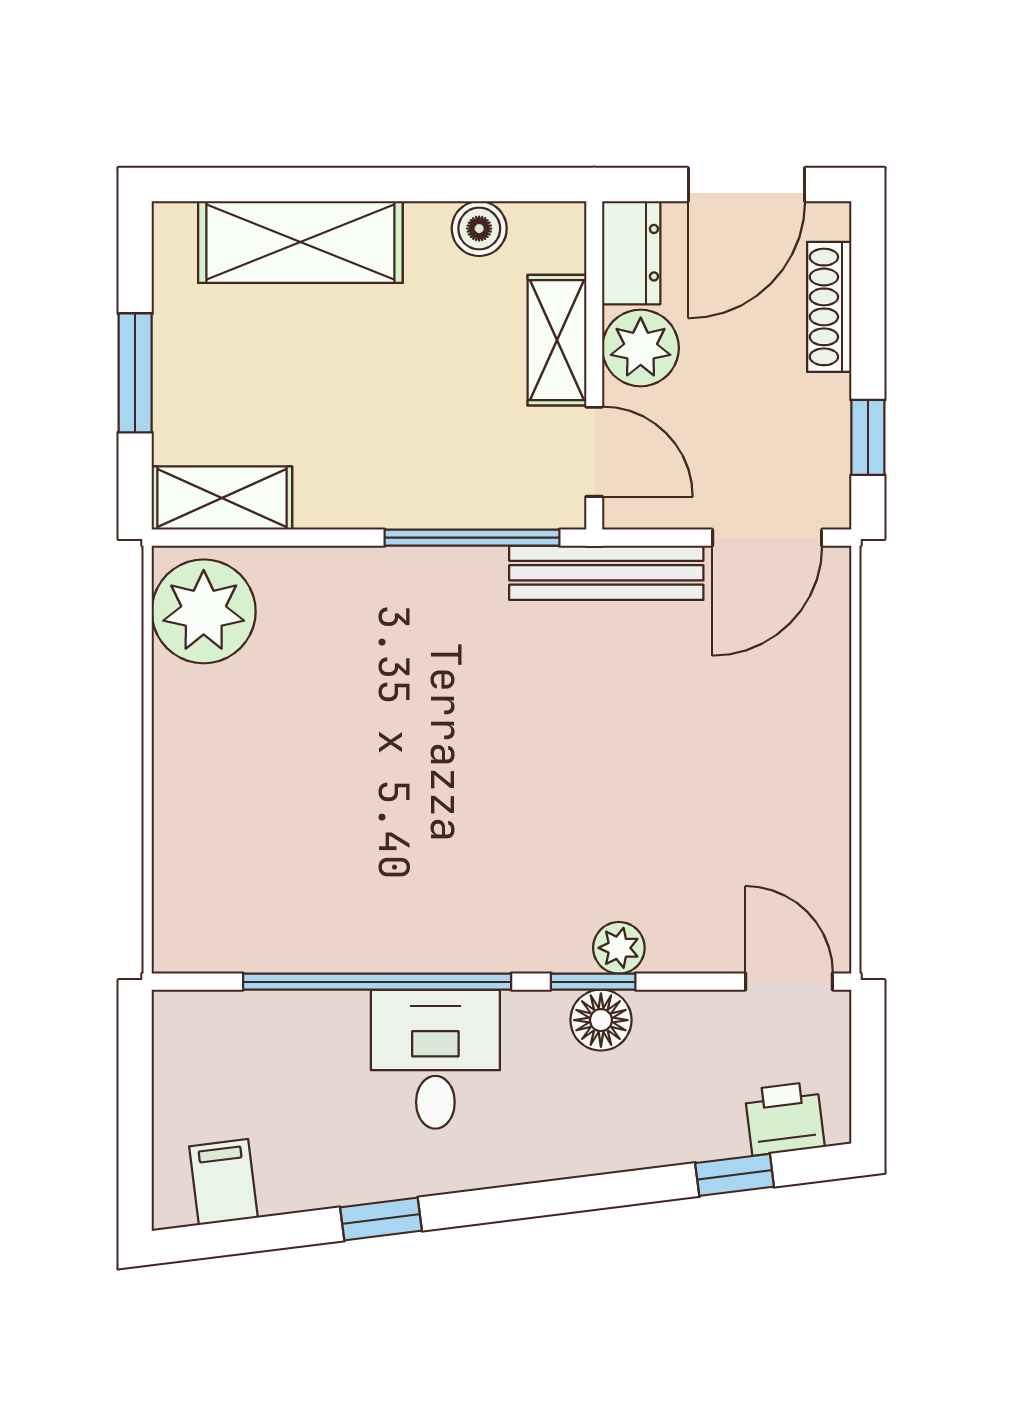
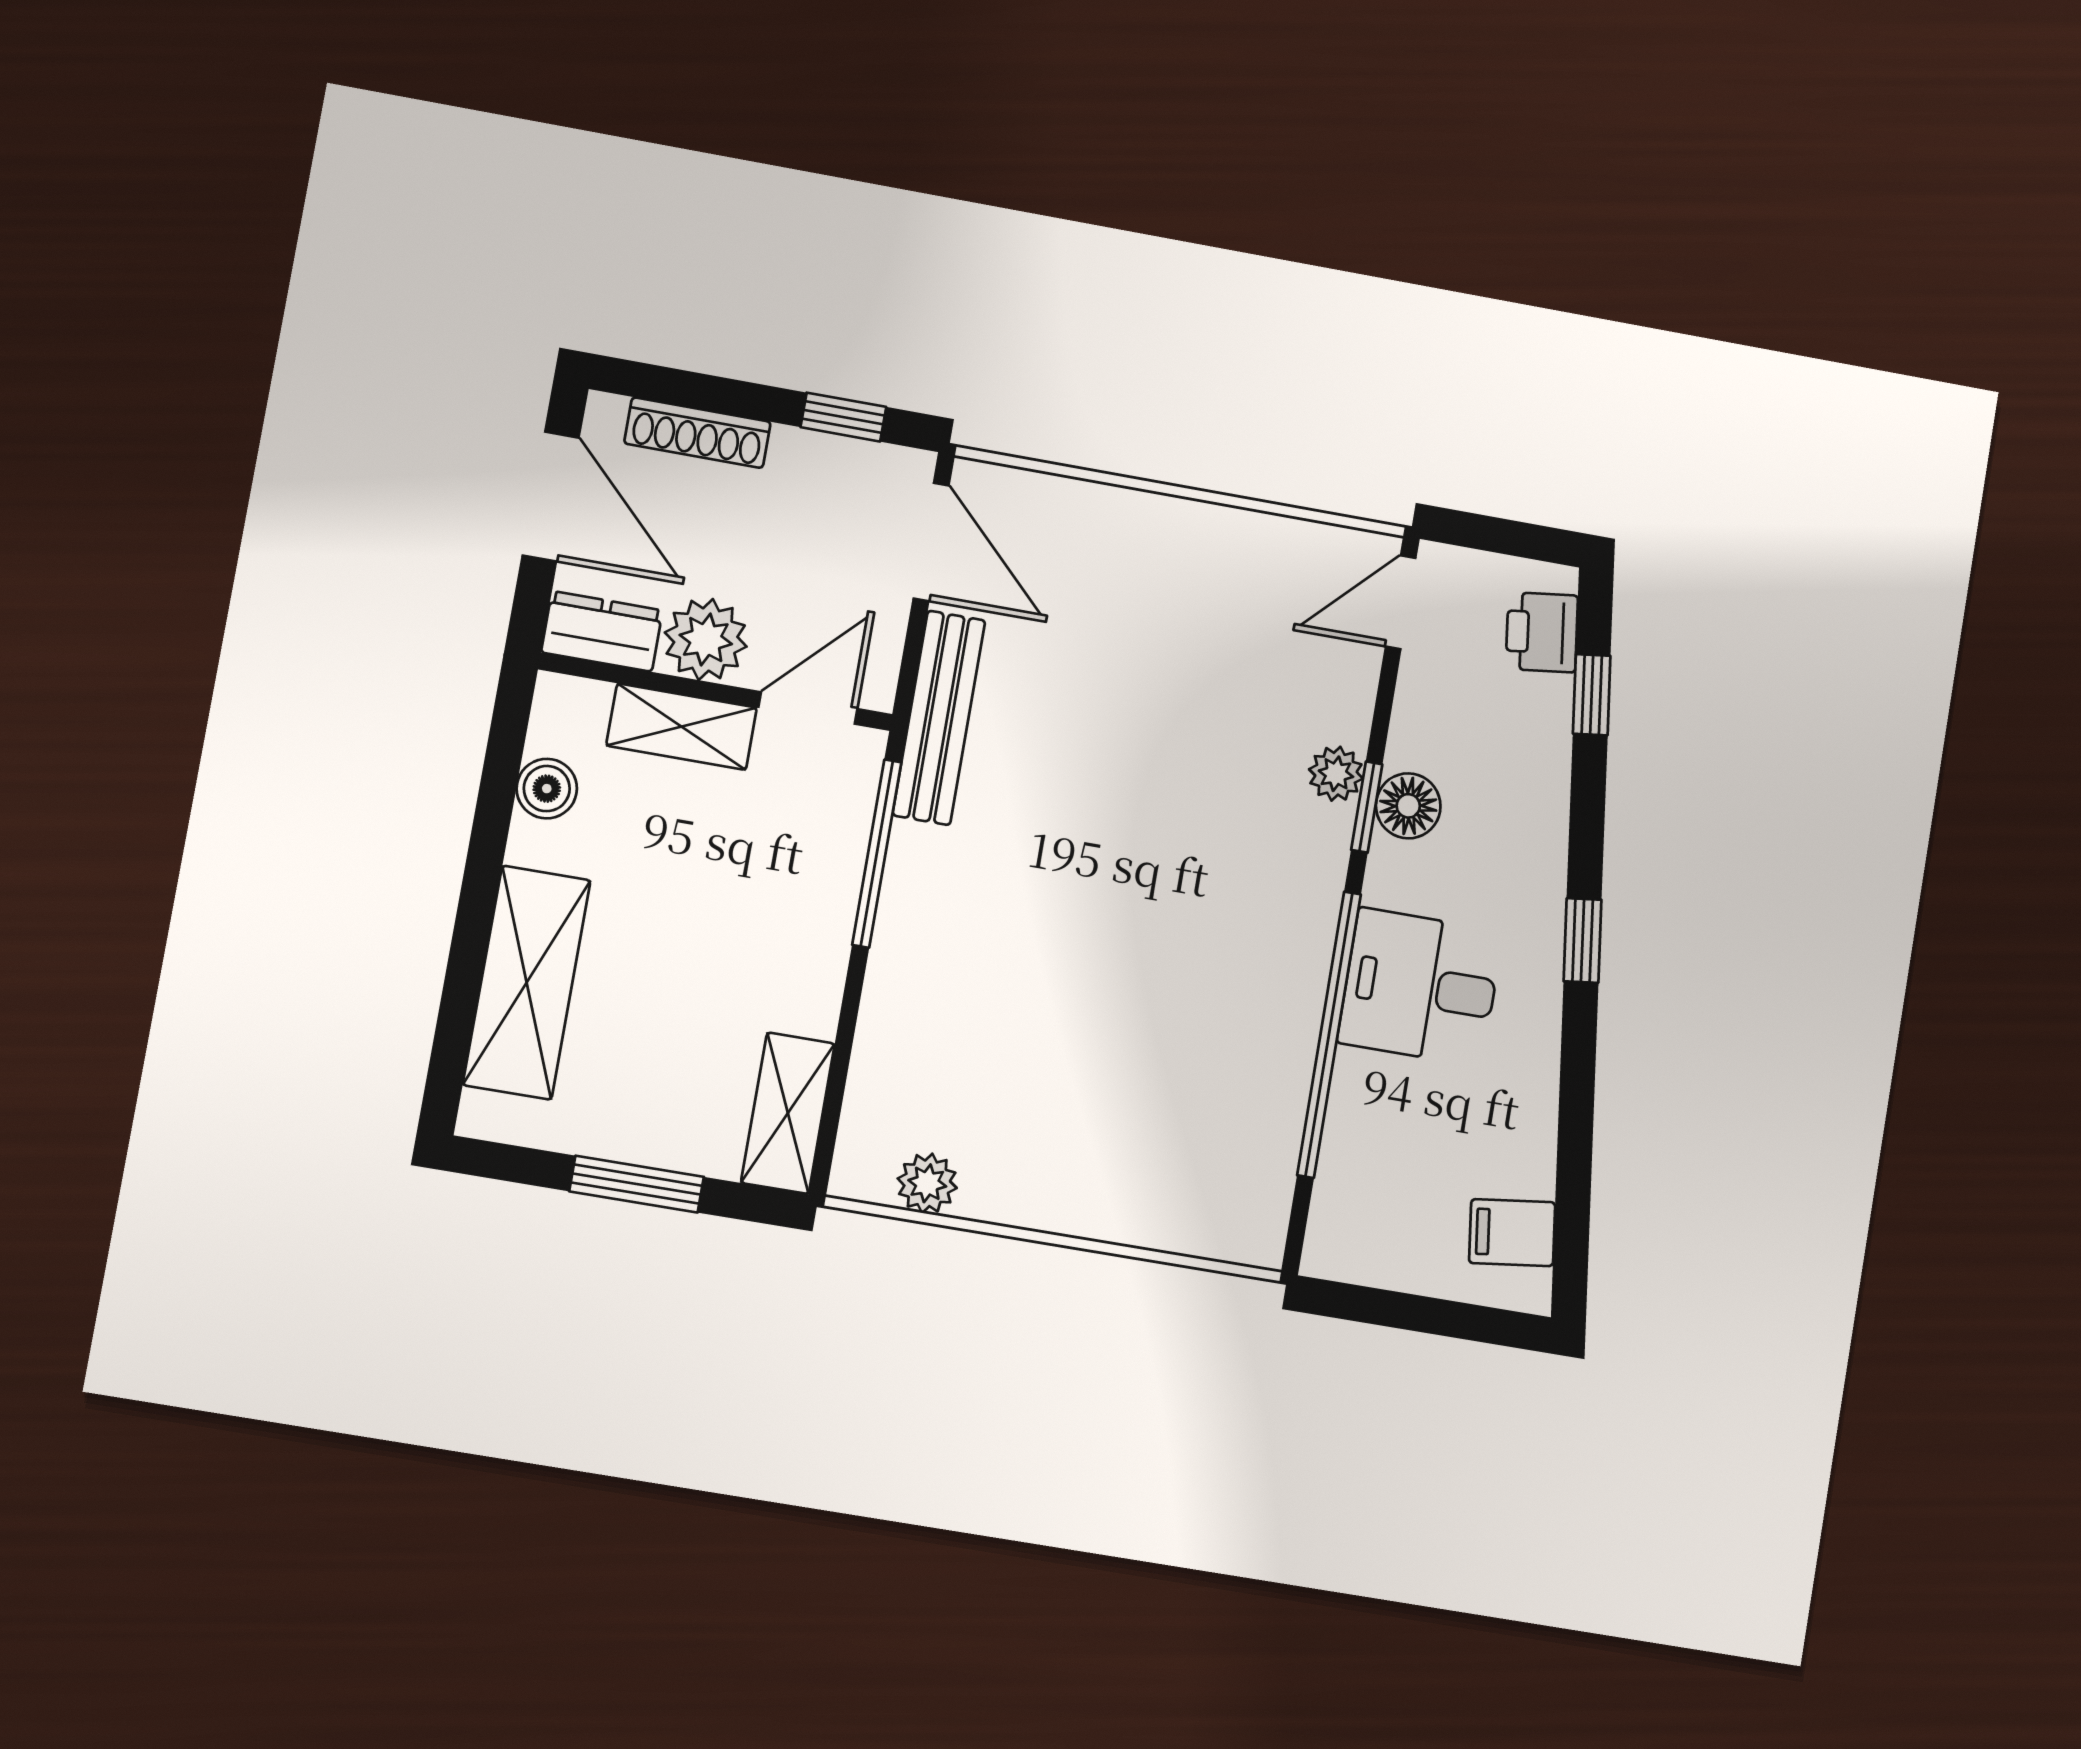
plant: (204, 611) -> (927, 1183), width x0.53, depth x0.53
window: (381, 1219) -> (1583, 940), moved

